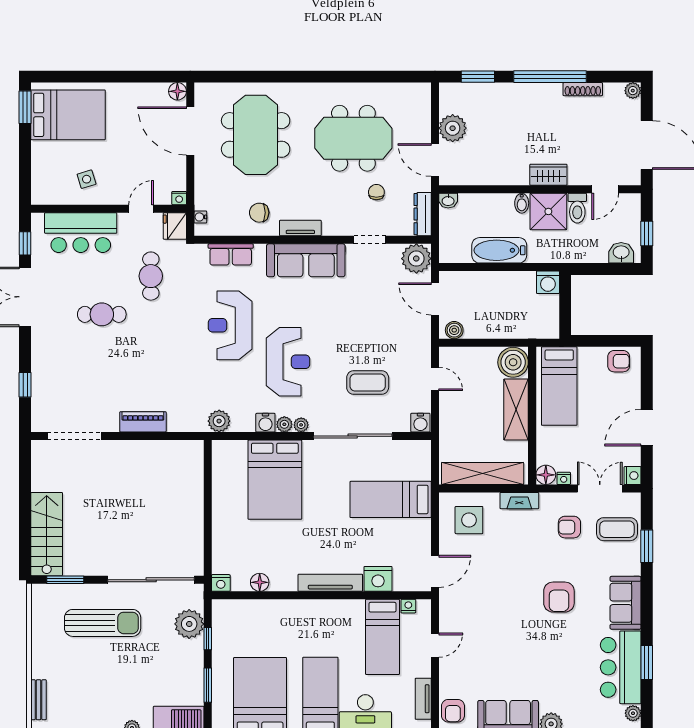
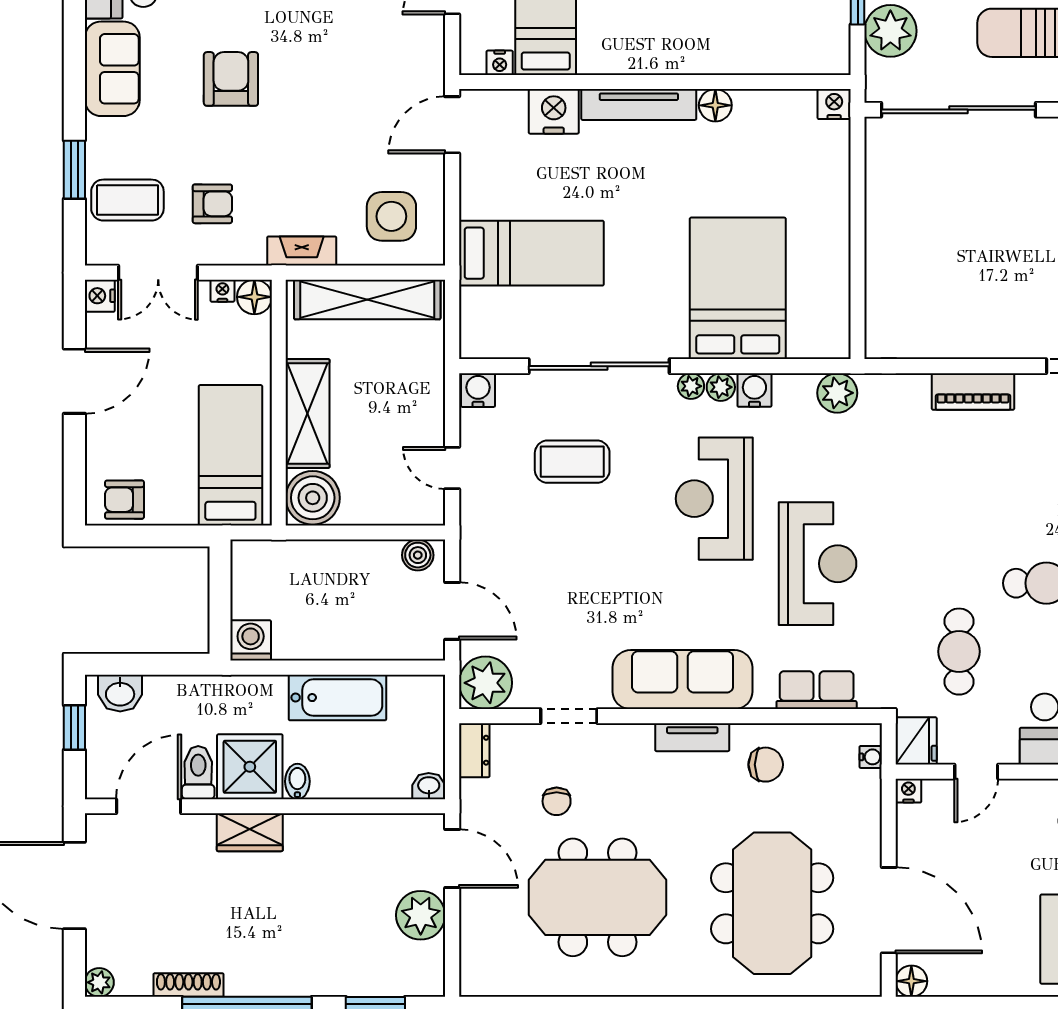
door: (605, 189) -> (149, 806), width x1.38
dresser: (423, 214) -> (474, 750), width x0.70
floor lamp: (260, 582) -> (715, 105), moved

